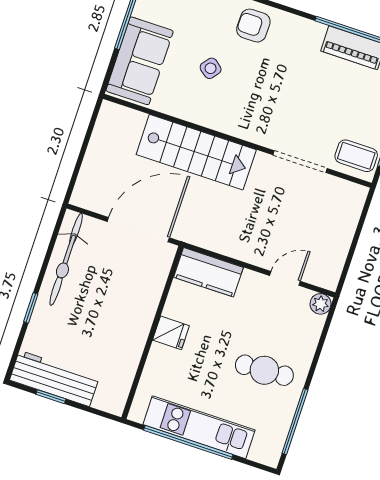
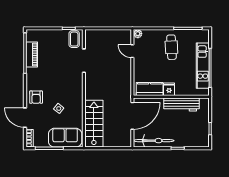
stairs: (196, 152) -> (94, 124), moved
door: (138, 230) -> (132, 116), swing flipped
kitchen counter: (209, 272) -> (150, 89), moved, turned -90
workbench: (54, 378) -> (182, 104), moved, turned -90

